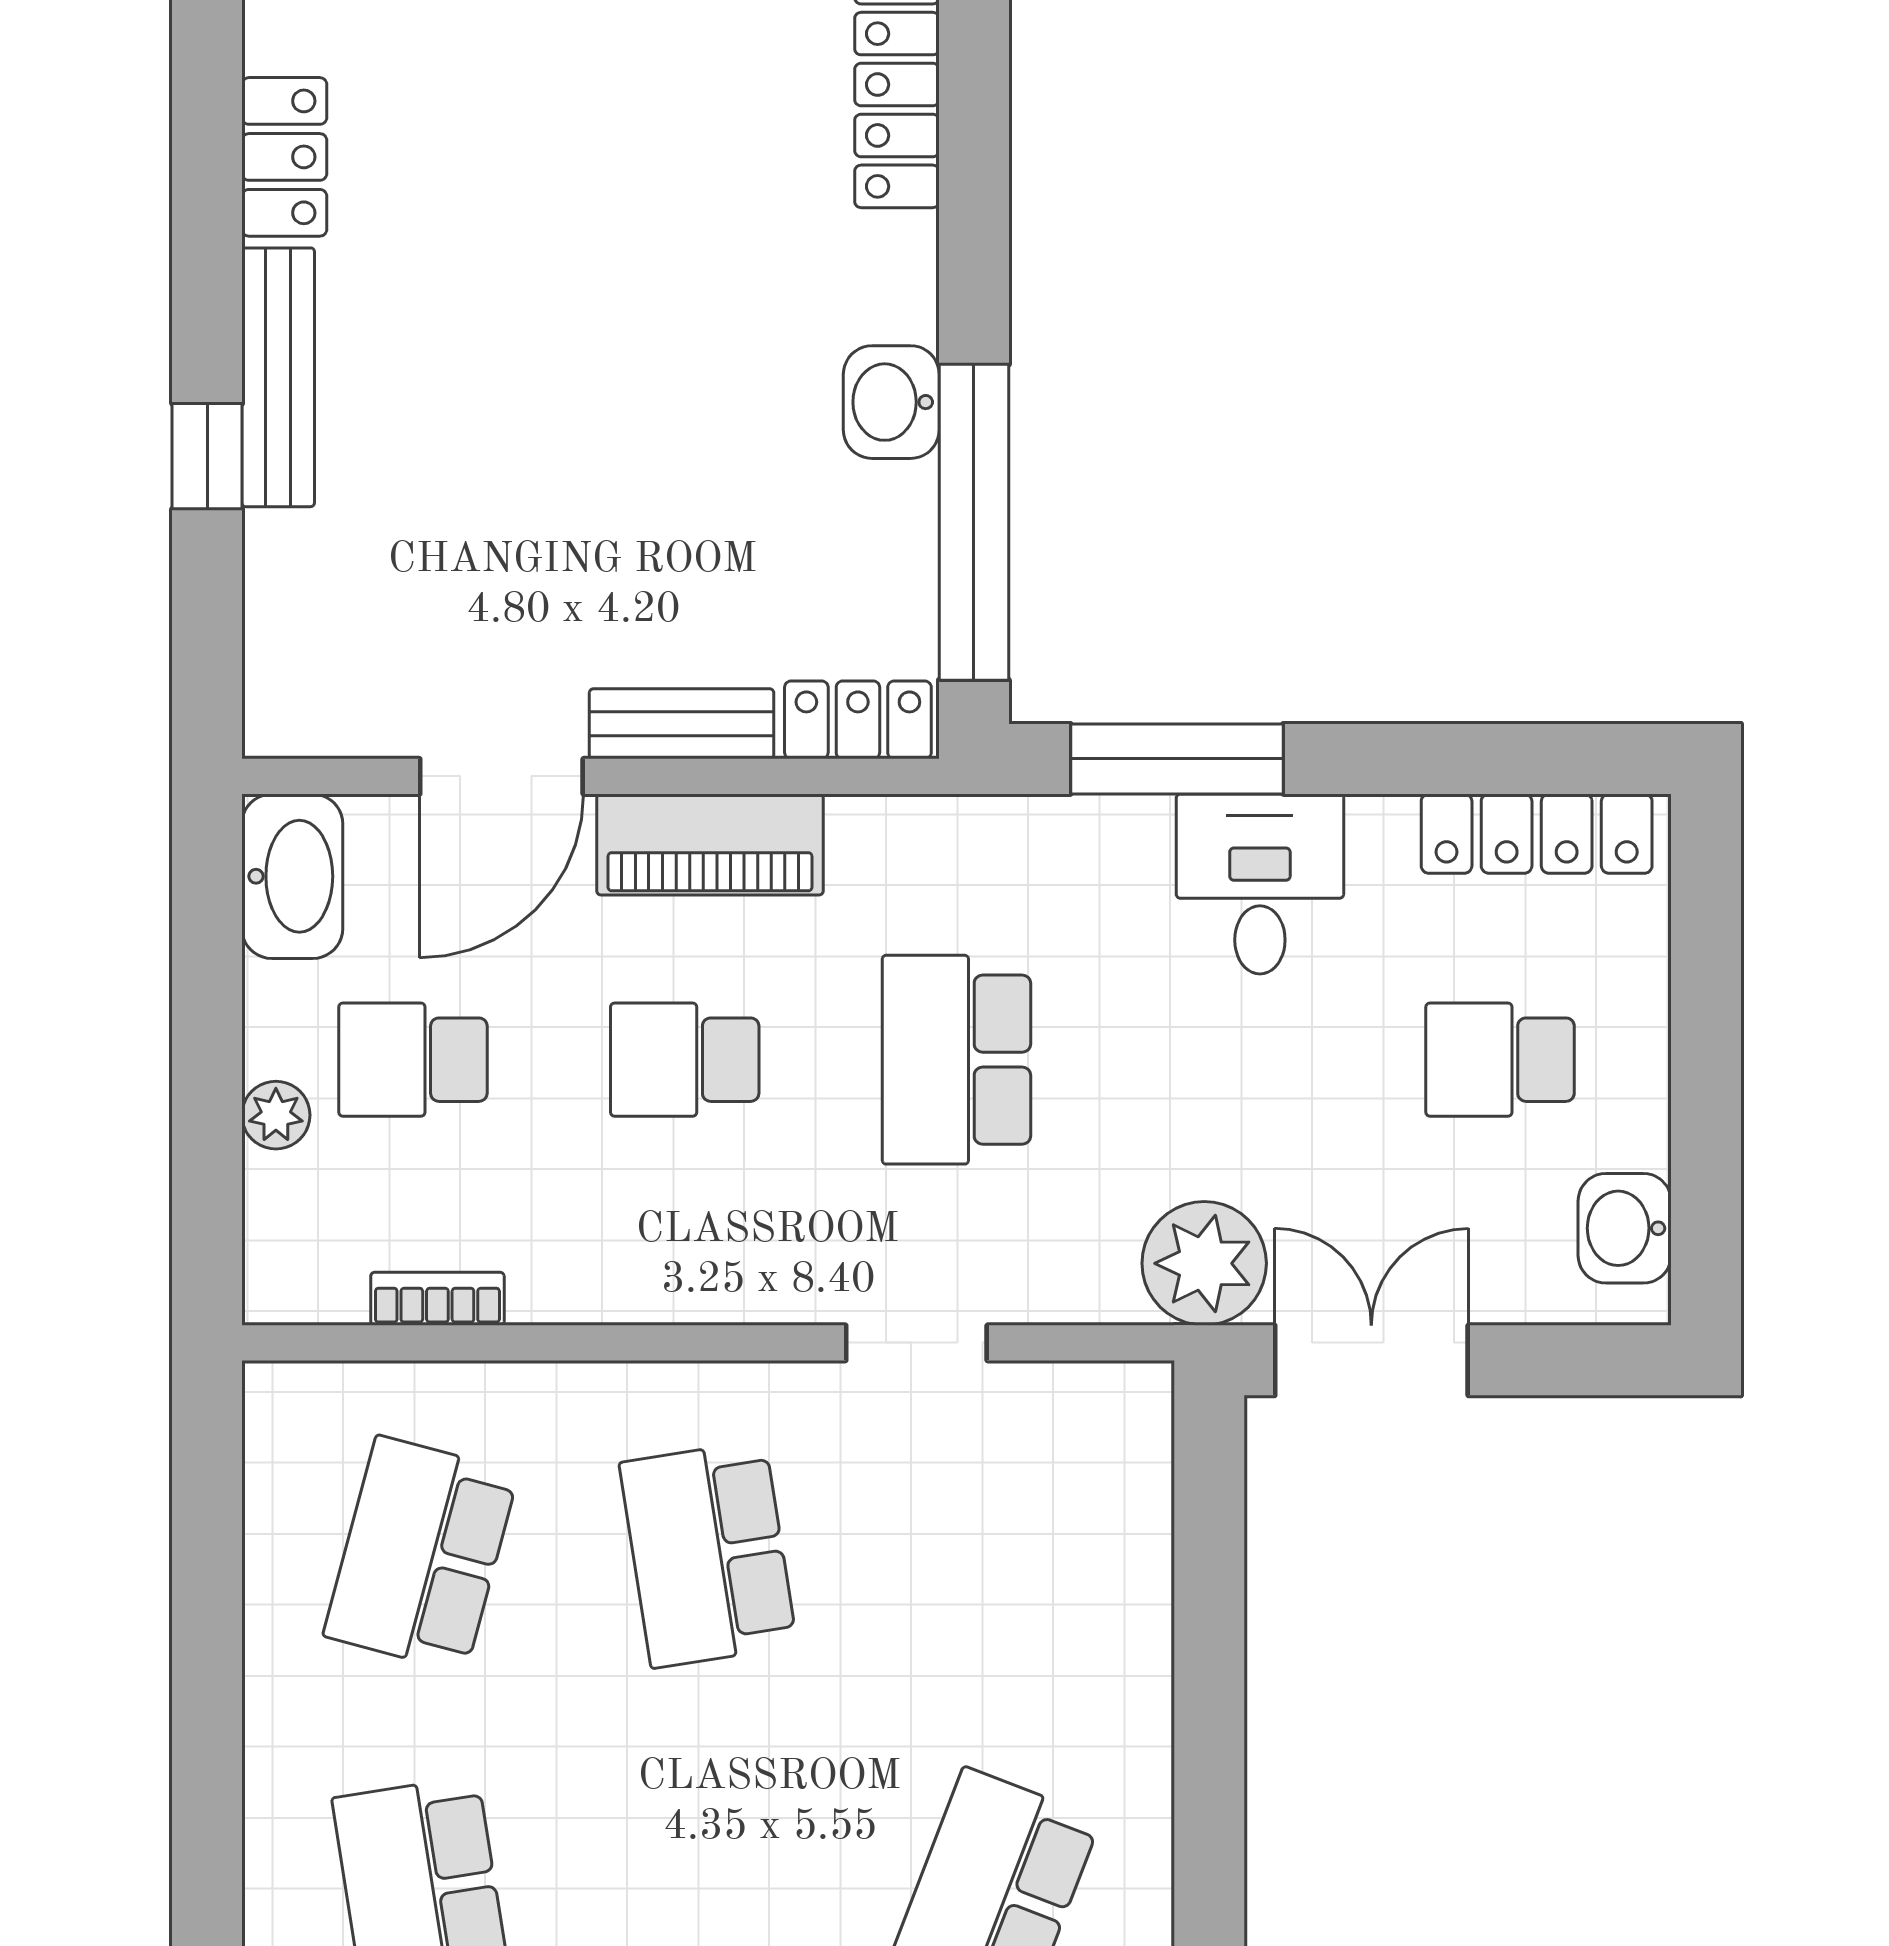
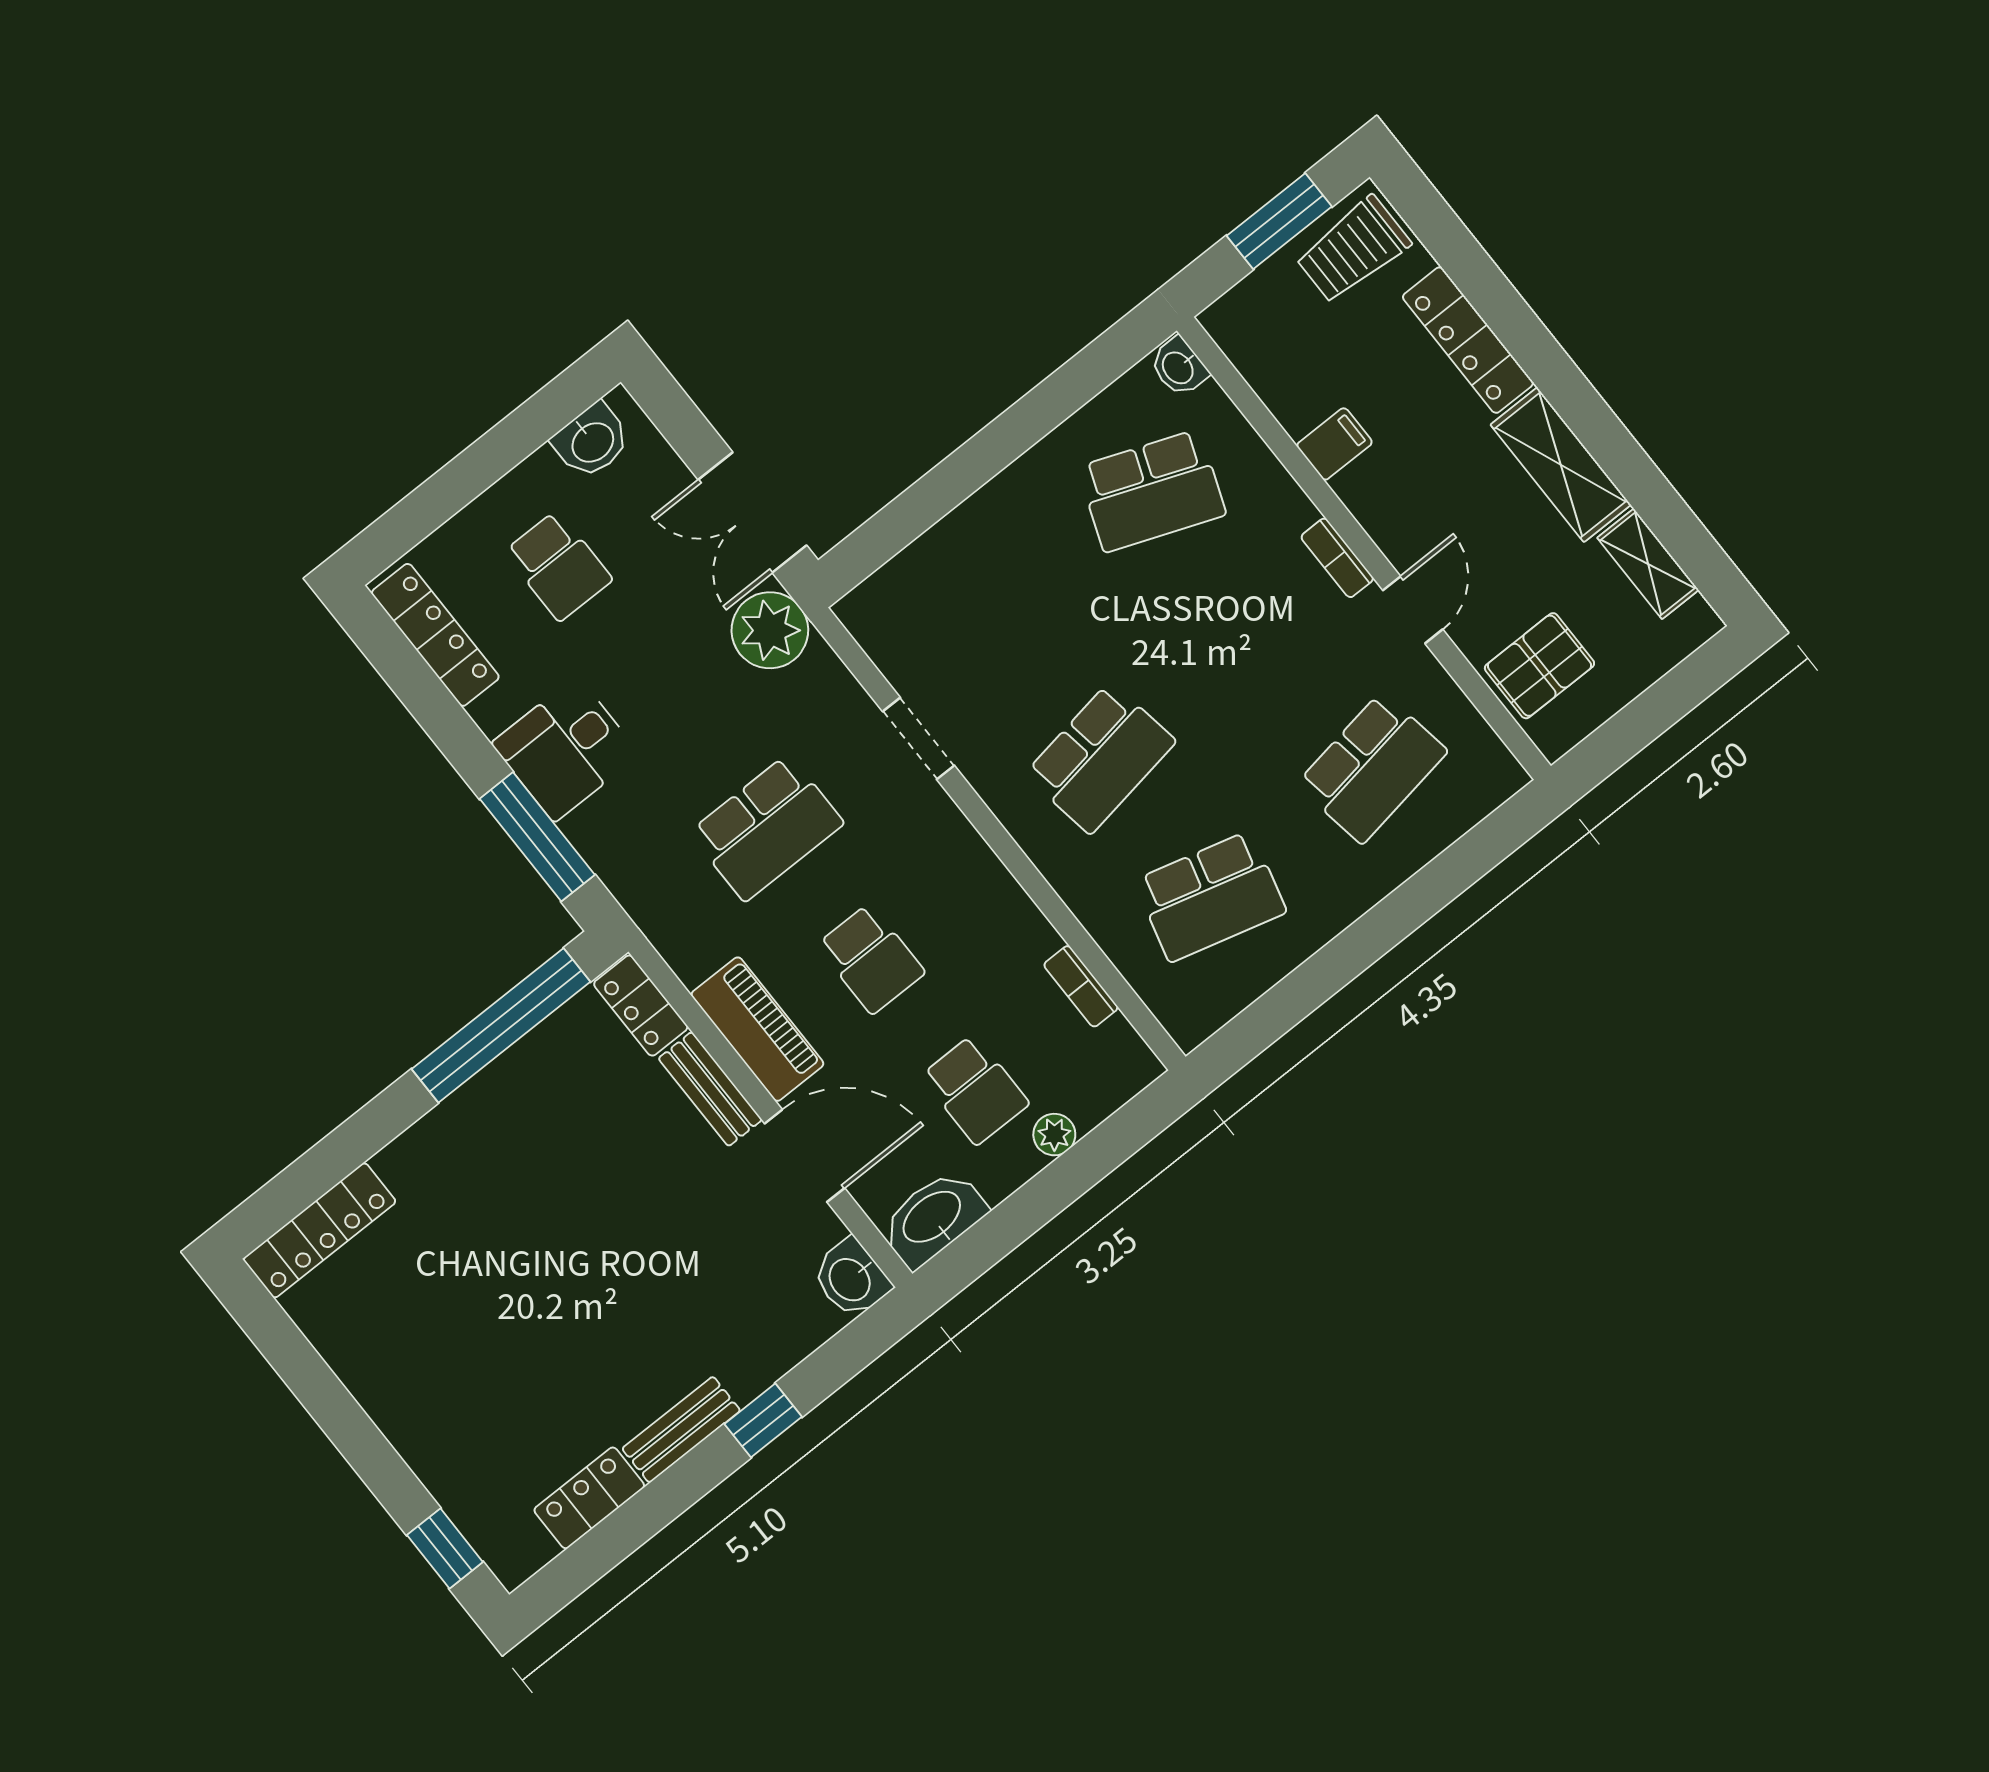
bench: (278, 377) -> (681, 1430), width x0.73
washbasin: (891, 402) -> (851, 1279), moved, turned 90

